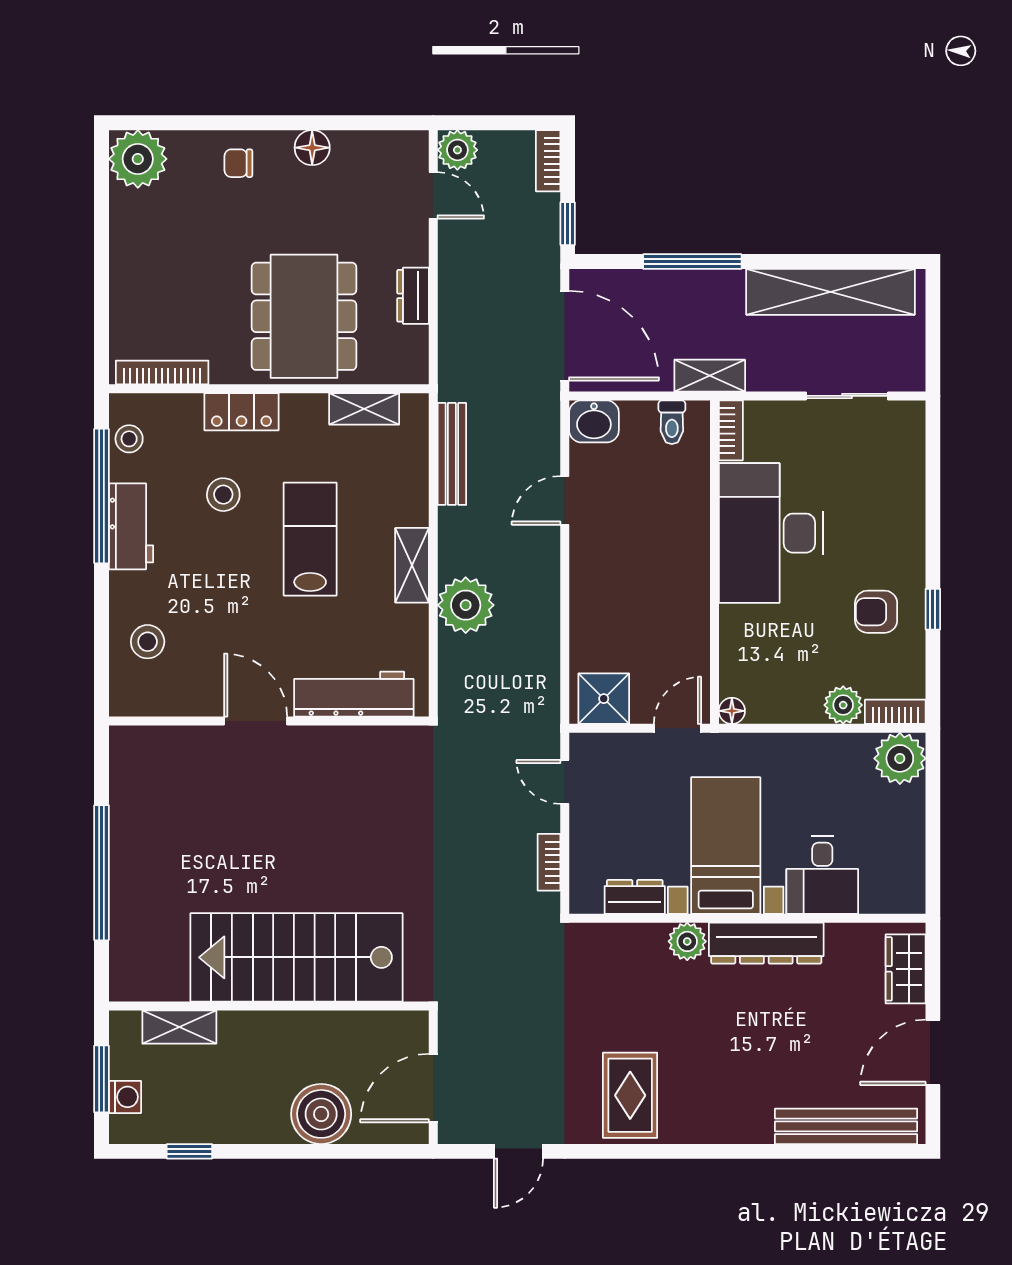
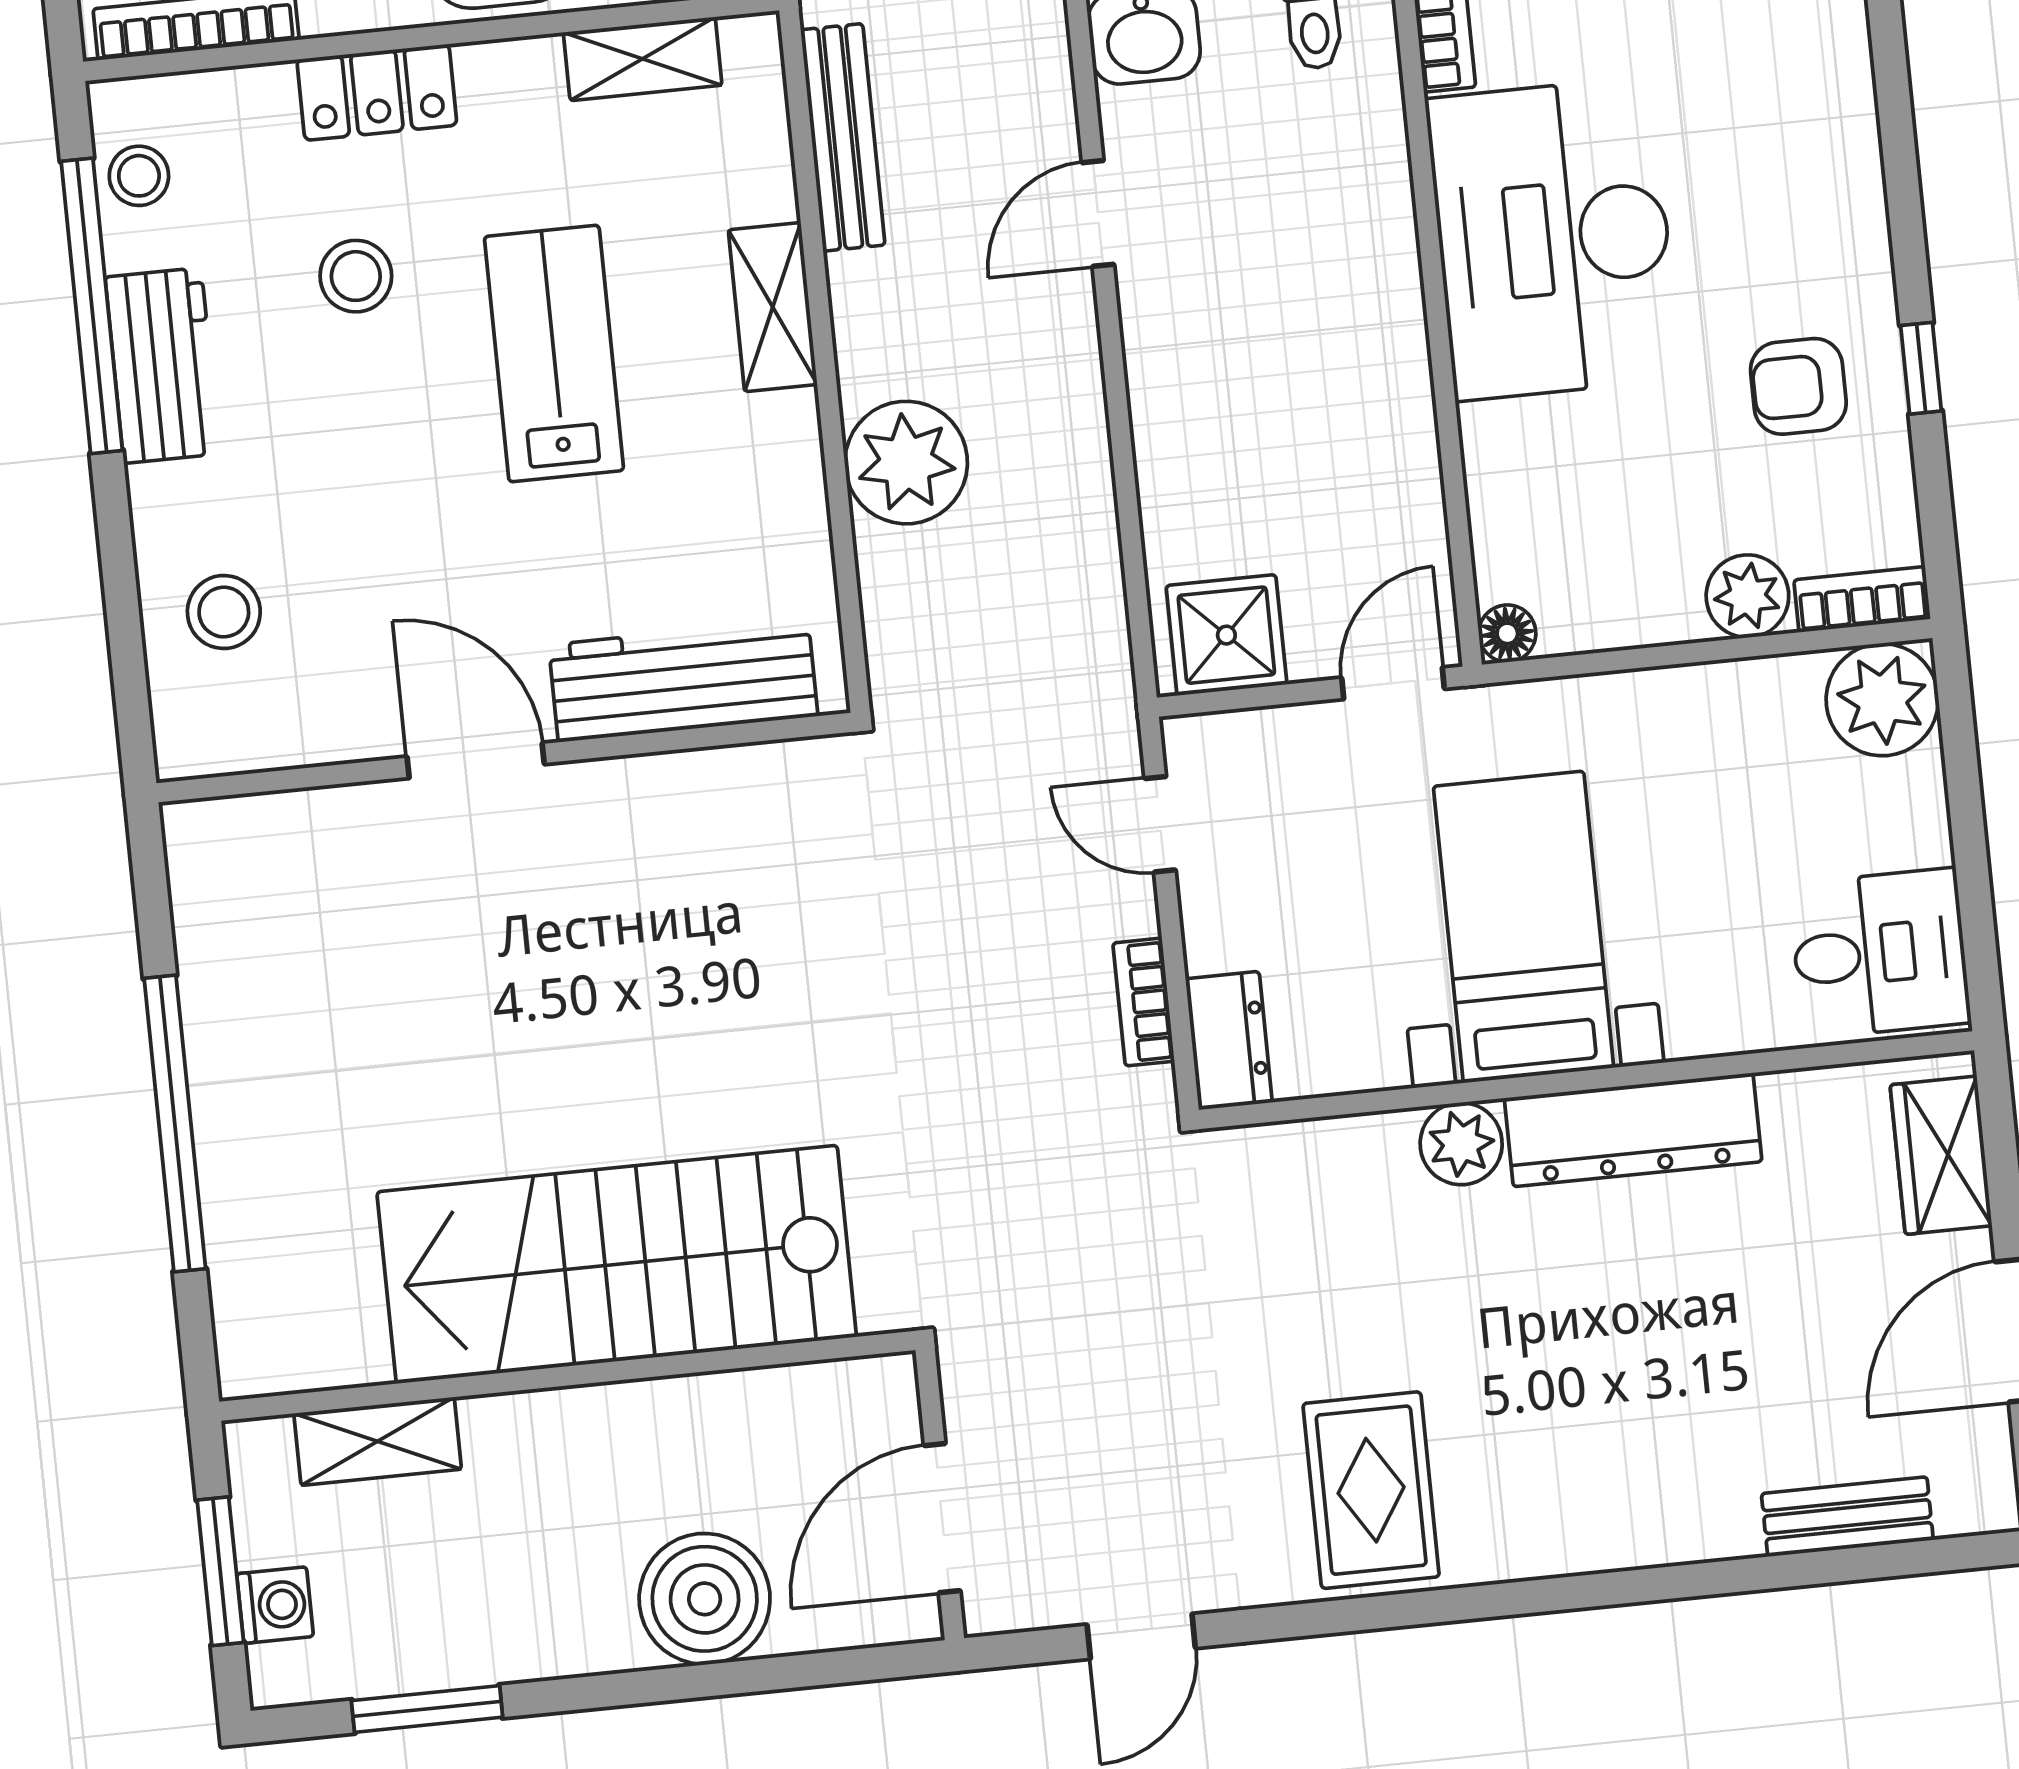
shelving: (412, 565) -> (773, 307), moved
desk: (822, 875) -> (1880, 953), moved, turned -90
dresser: (635, 897) -> (1229, 1041), moved, turned 90
bench: (846, 1126) -> (1847, 1517), width x0.54, depth x0.82
window: (189, 1151) -> (427, 1709), width x1.50

